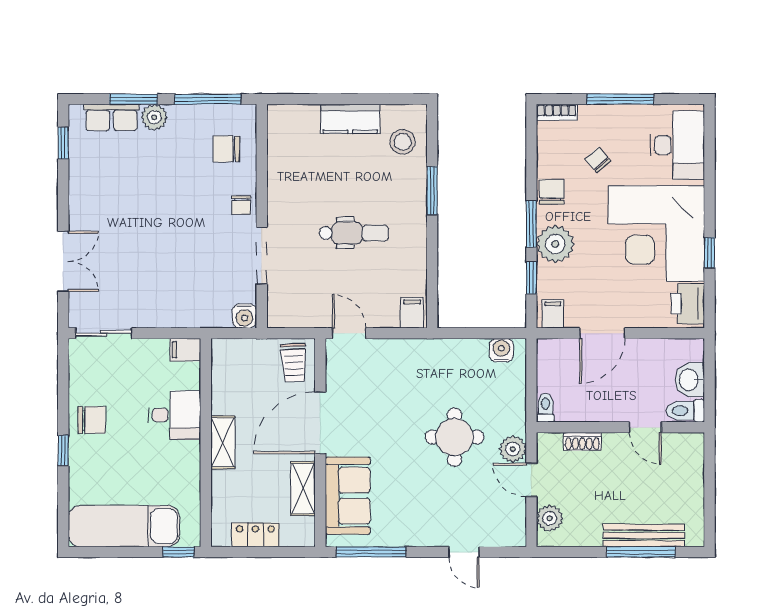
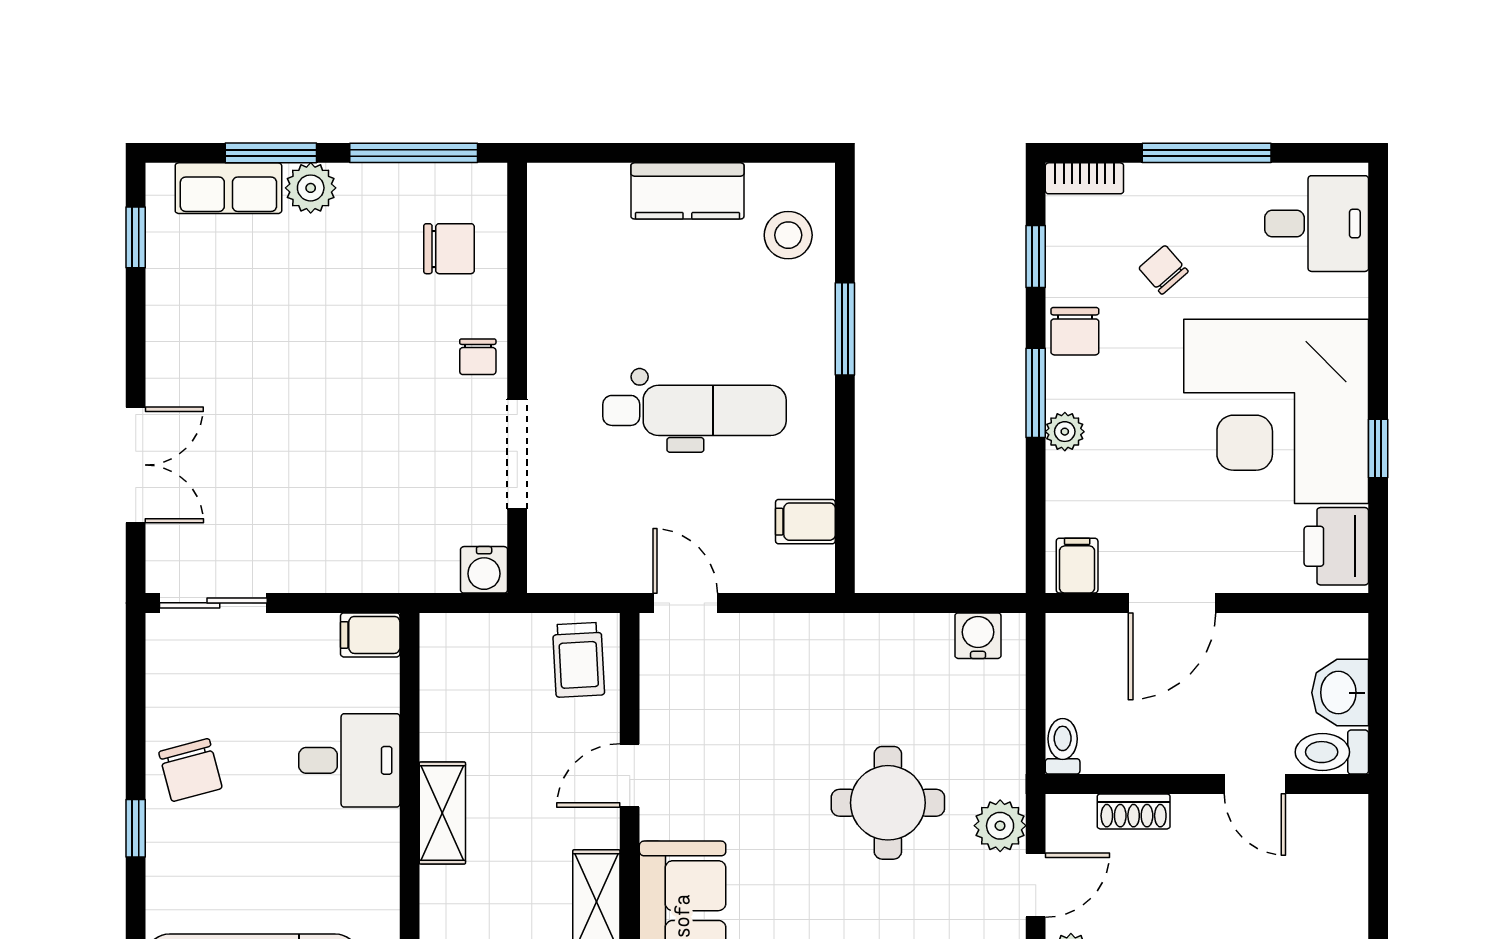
desk: (677, 145) -> (1317, 224), width x0.73
chair: (226, 149) -> (449, 249), turned 180
chair: (552, 192) -> (1075, 331), turned 180
dental chair: (354, 233) -> (695, 410), width x1.36, depth x1.38
plant: (555, 244) -> (1065, 432), width x0.53, depth x0.53
window: (531, 278) -> (1036, 257), moved
filing cabinet: (412, 313) -> (805, 522), moved, turned -90
chair: (92, 420) -> (190, 770), turned 75
door: (320, 423) -> (630, 775), width x0.53
door: (531, 480) -> (1036, 885), swing flipped

